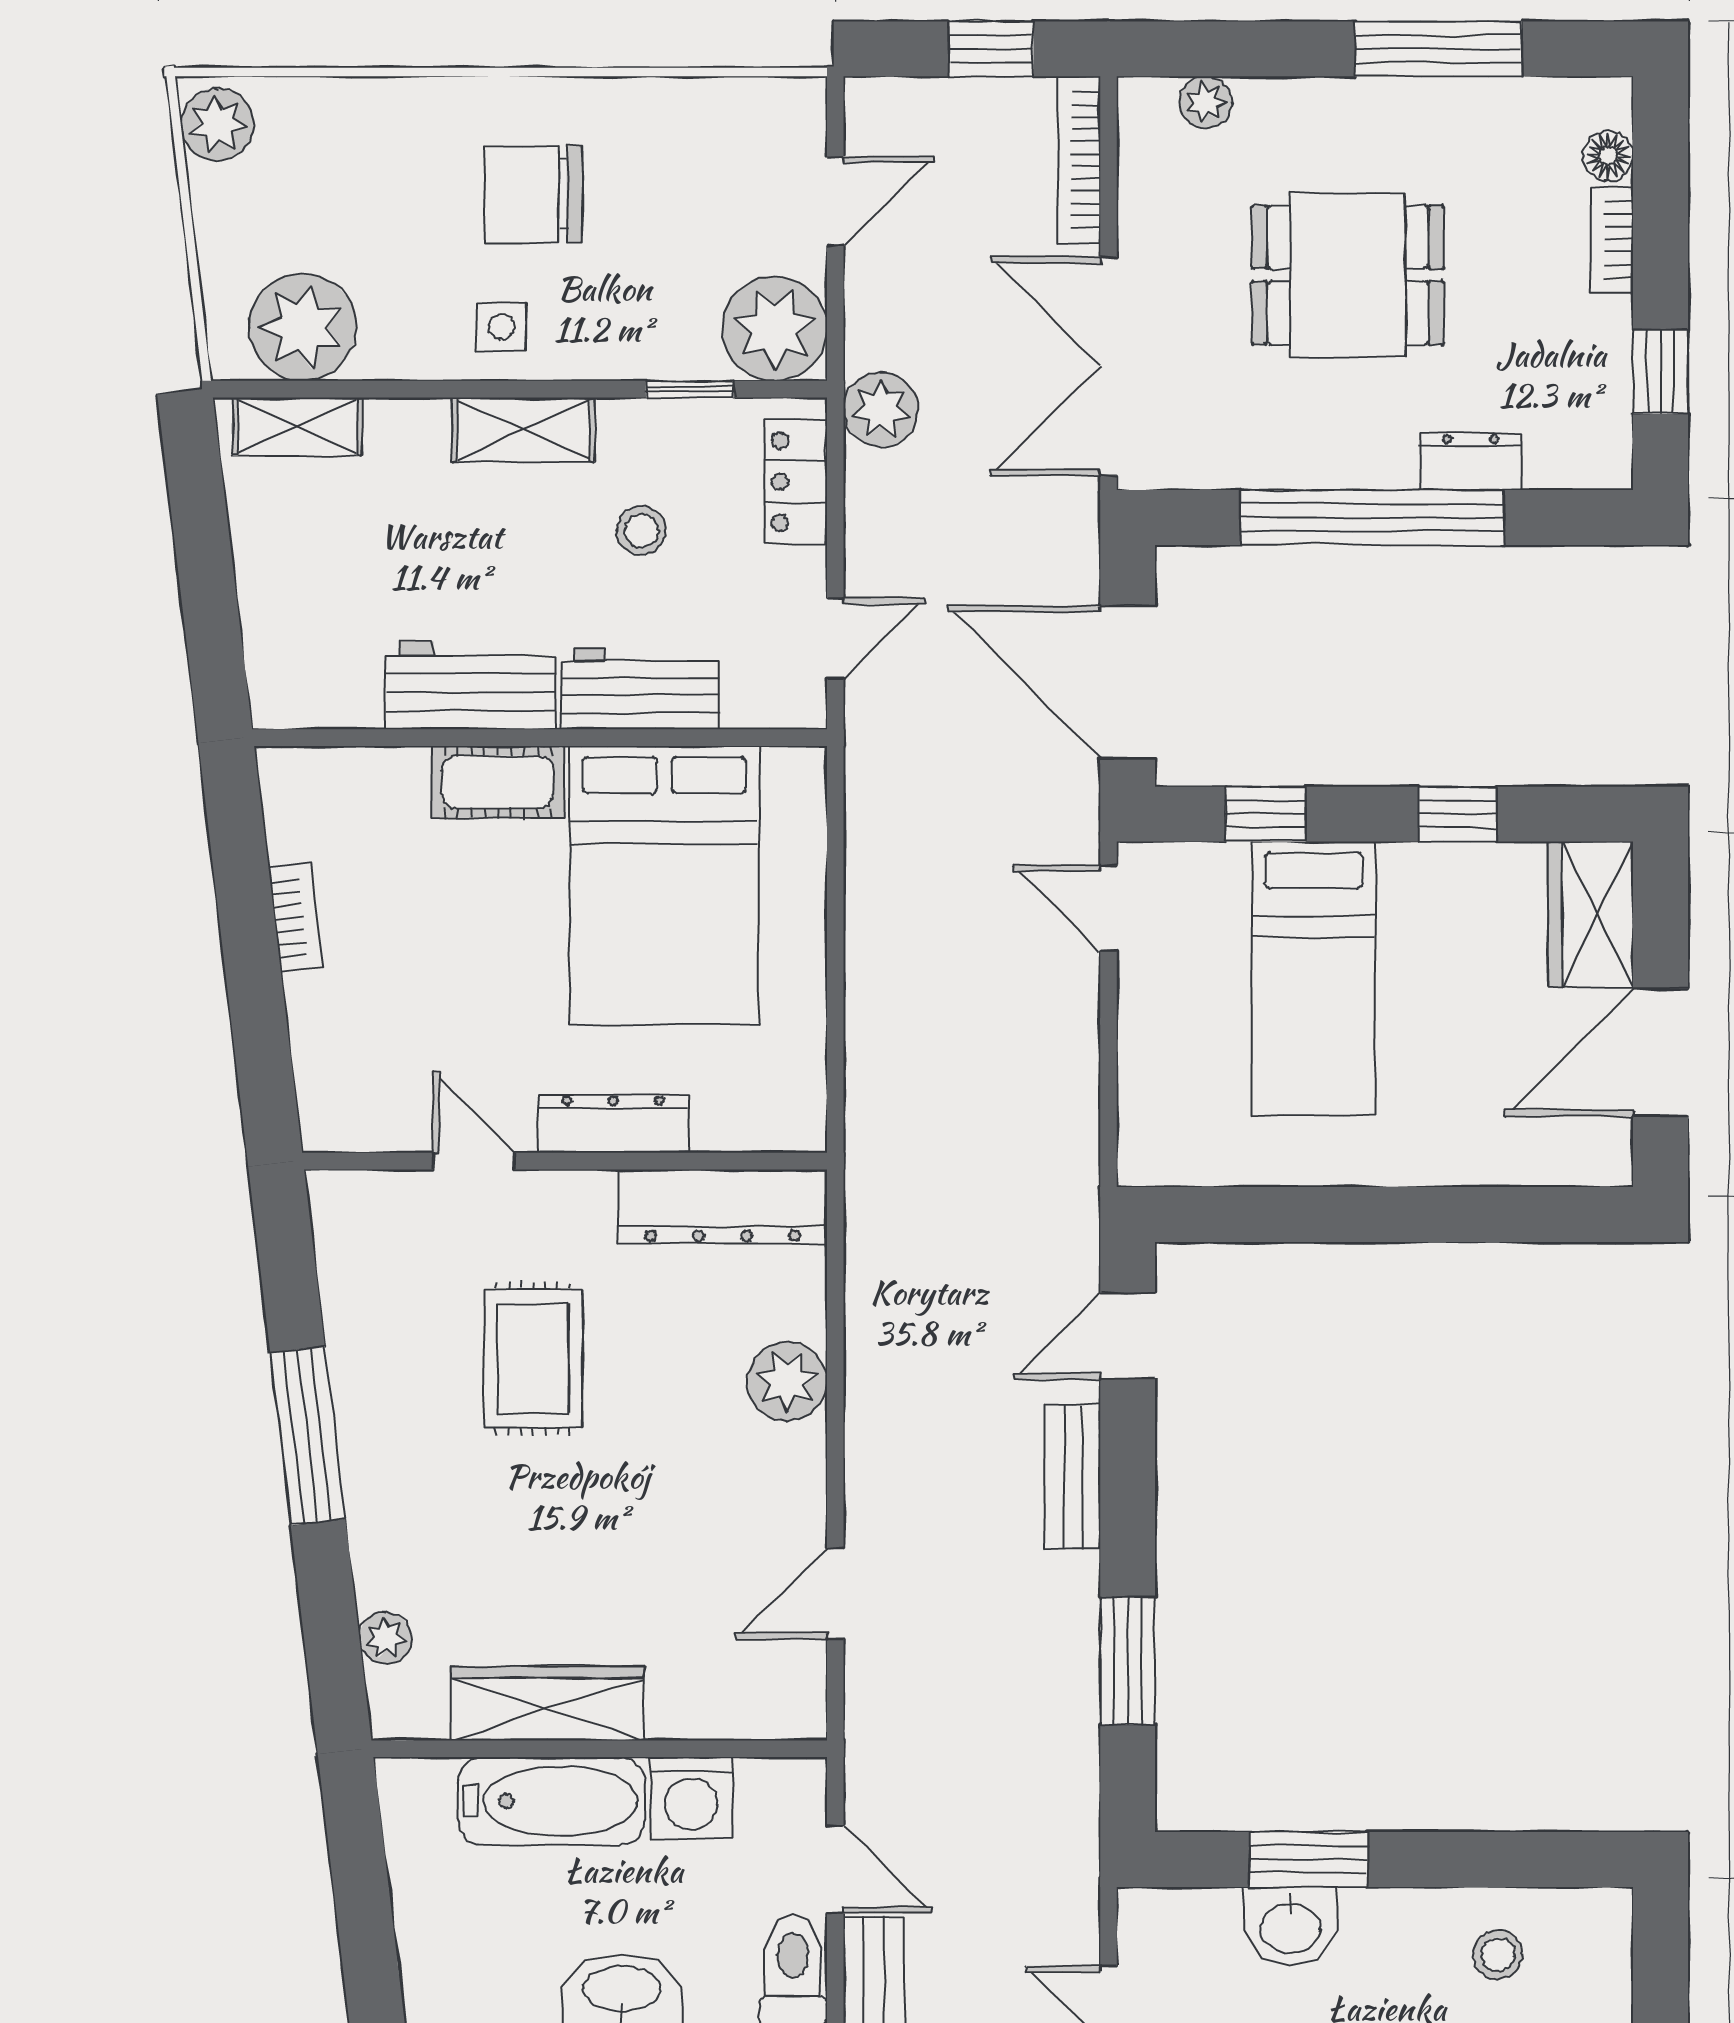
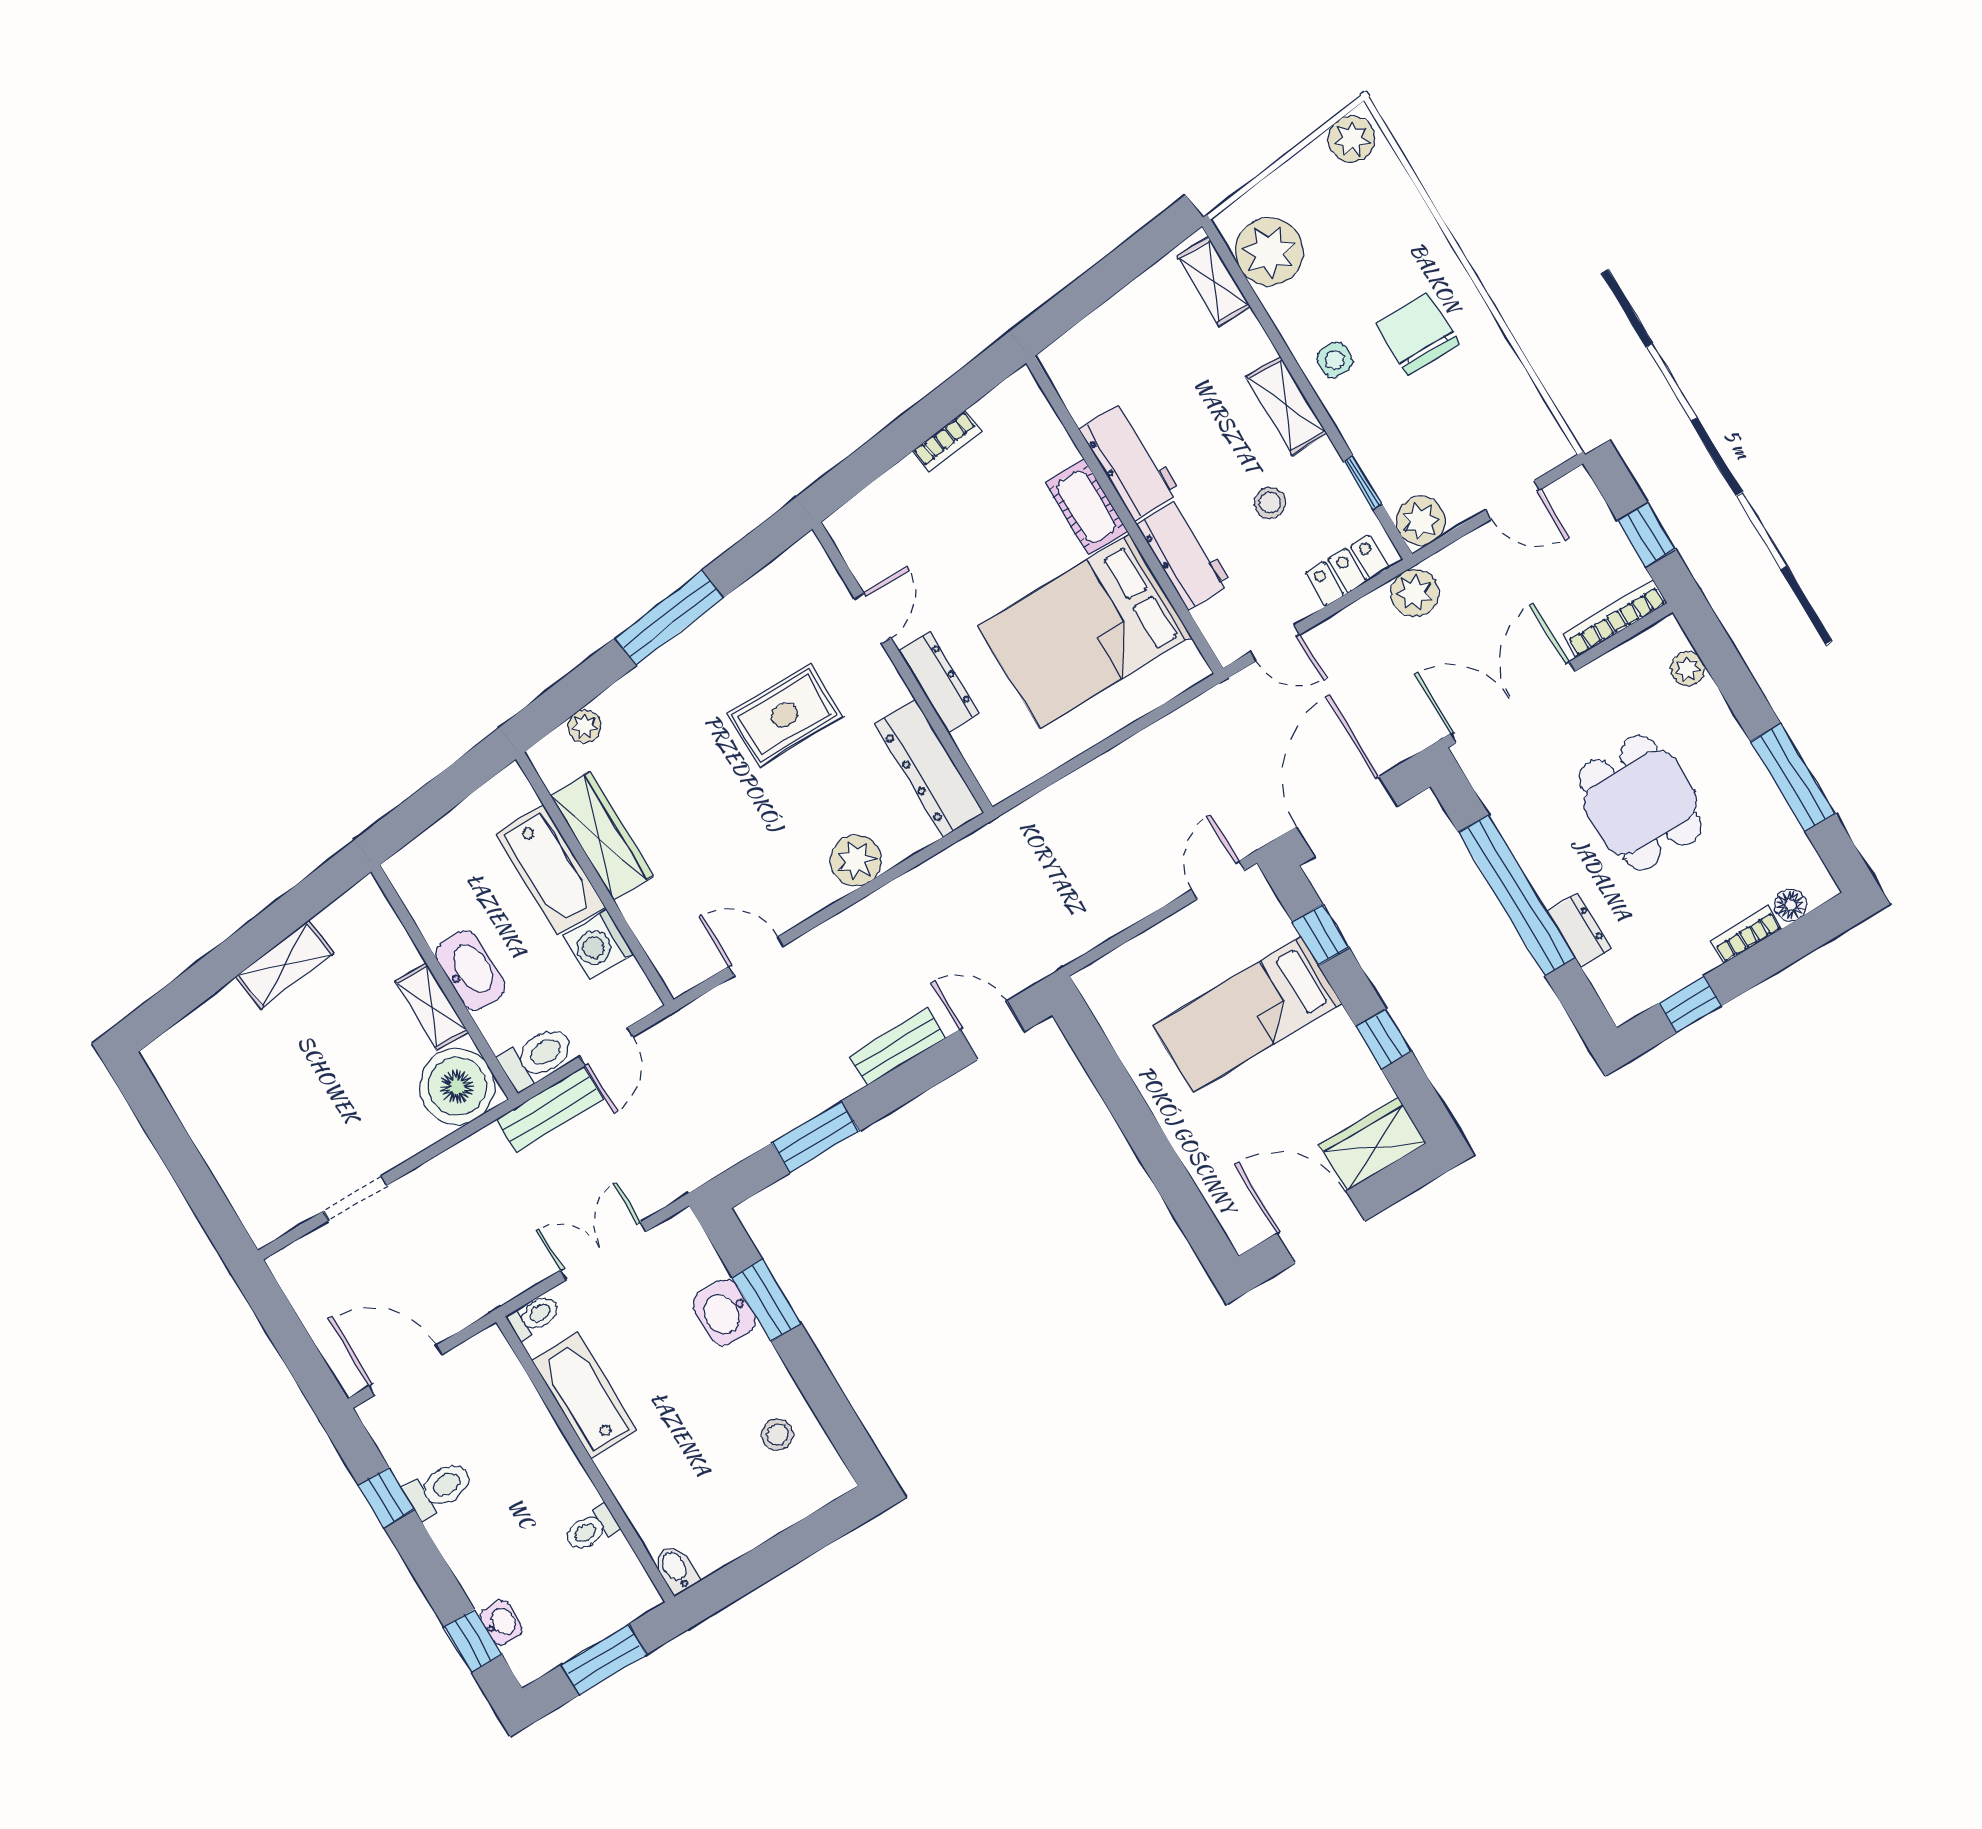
plant: (775, 329) -> (1421, 521), width x0.73, depth x0.73

